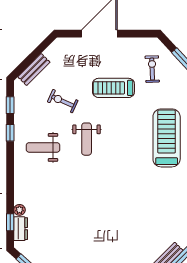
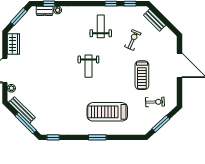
treadmill: (113, 88) -> (142, 75), turned 180
treadmill: (167, 138) -> (107, 112), turned 180
weight bench: (87, 139) -> (88, 66), moved, turned -90

